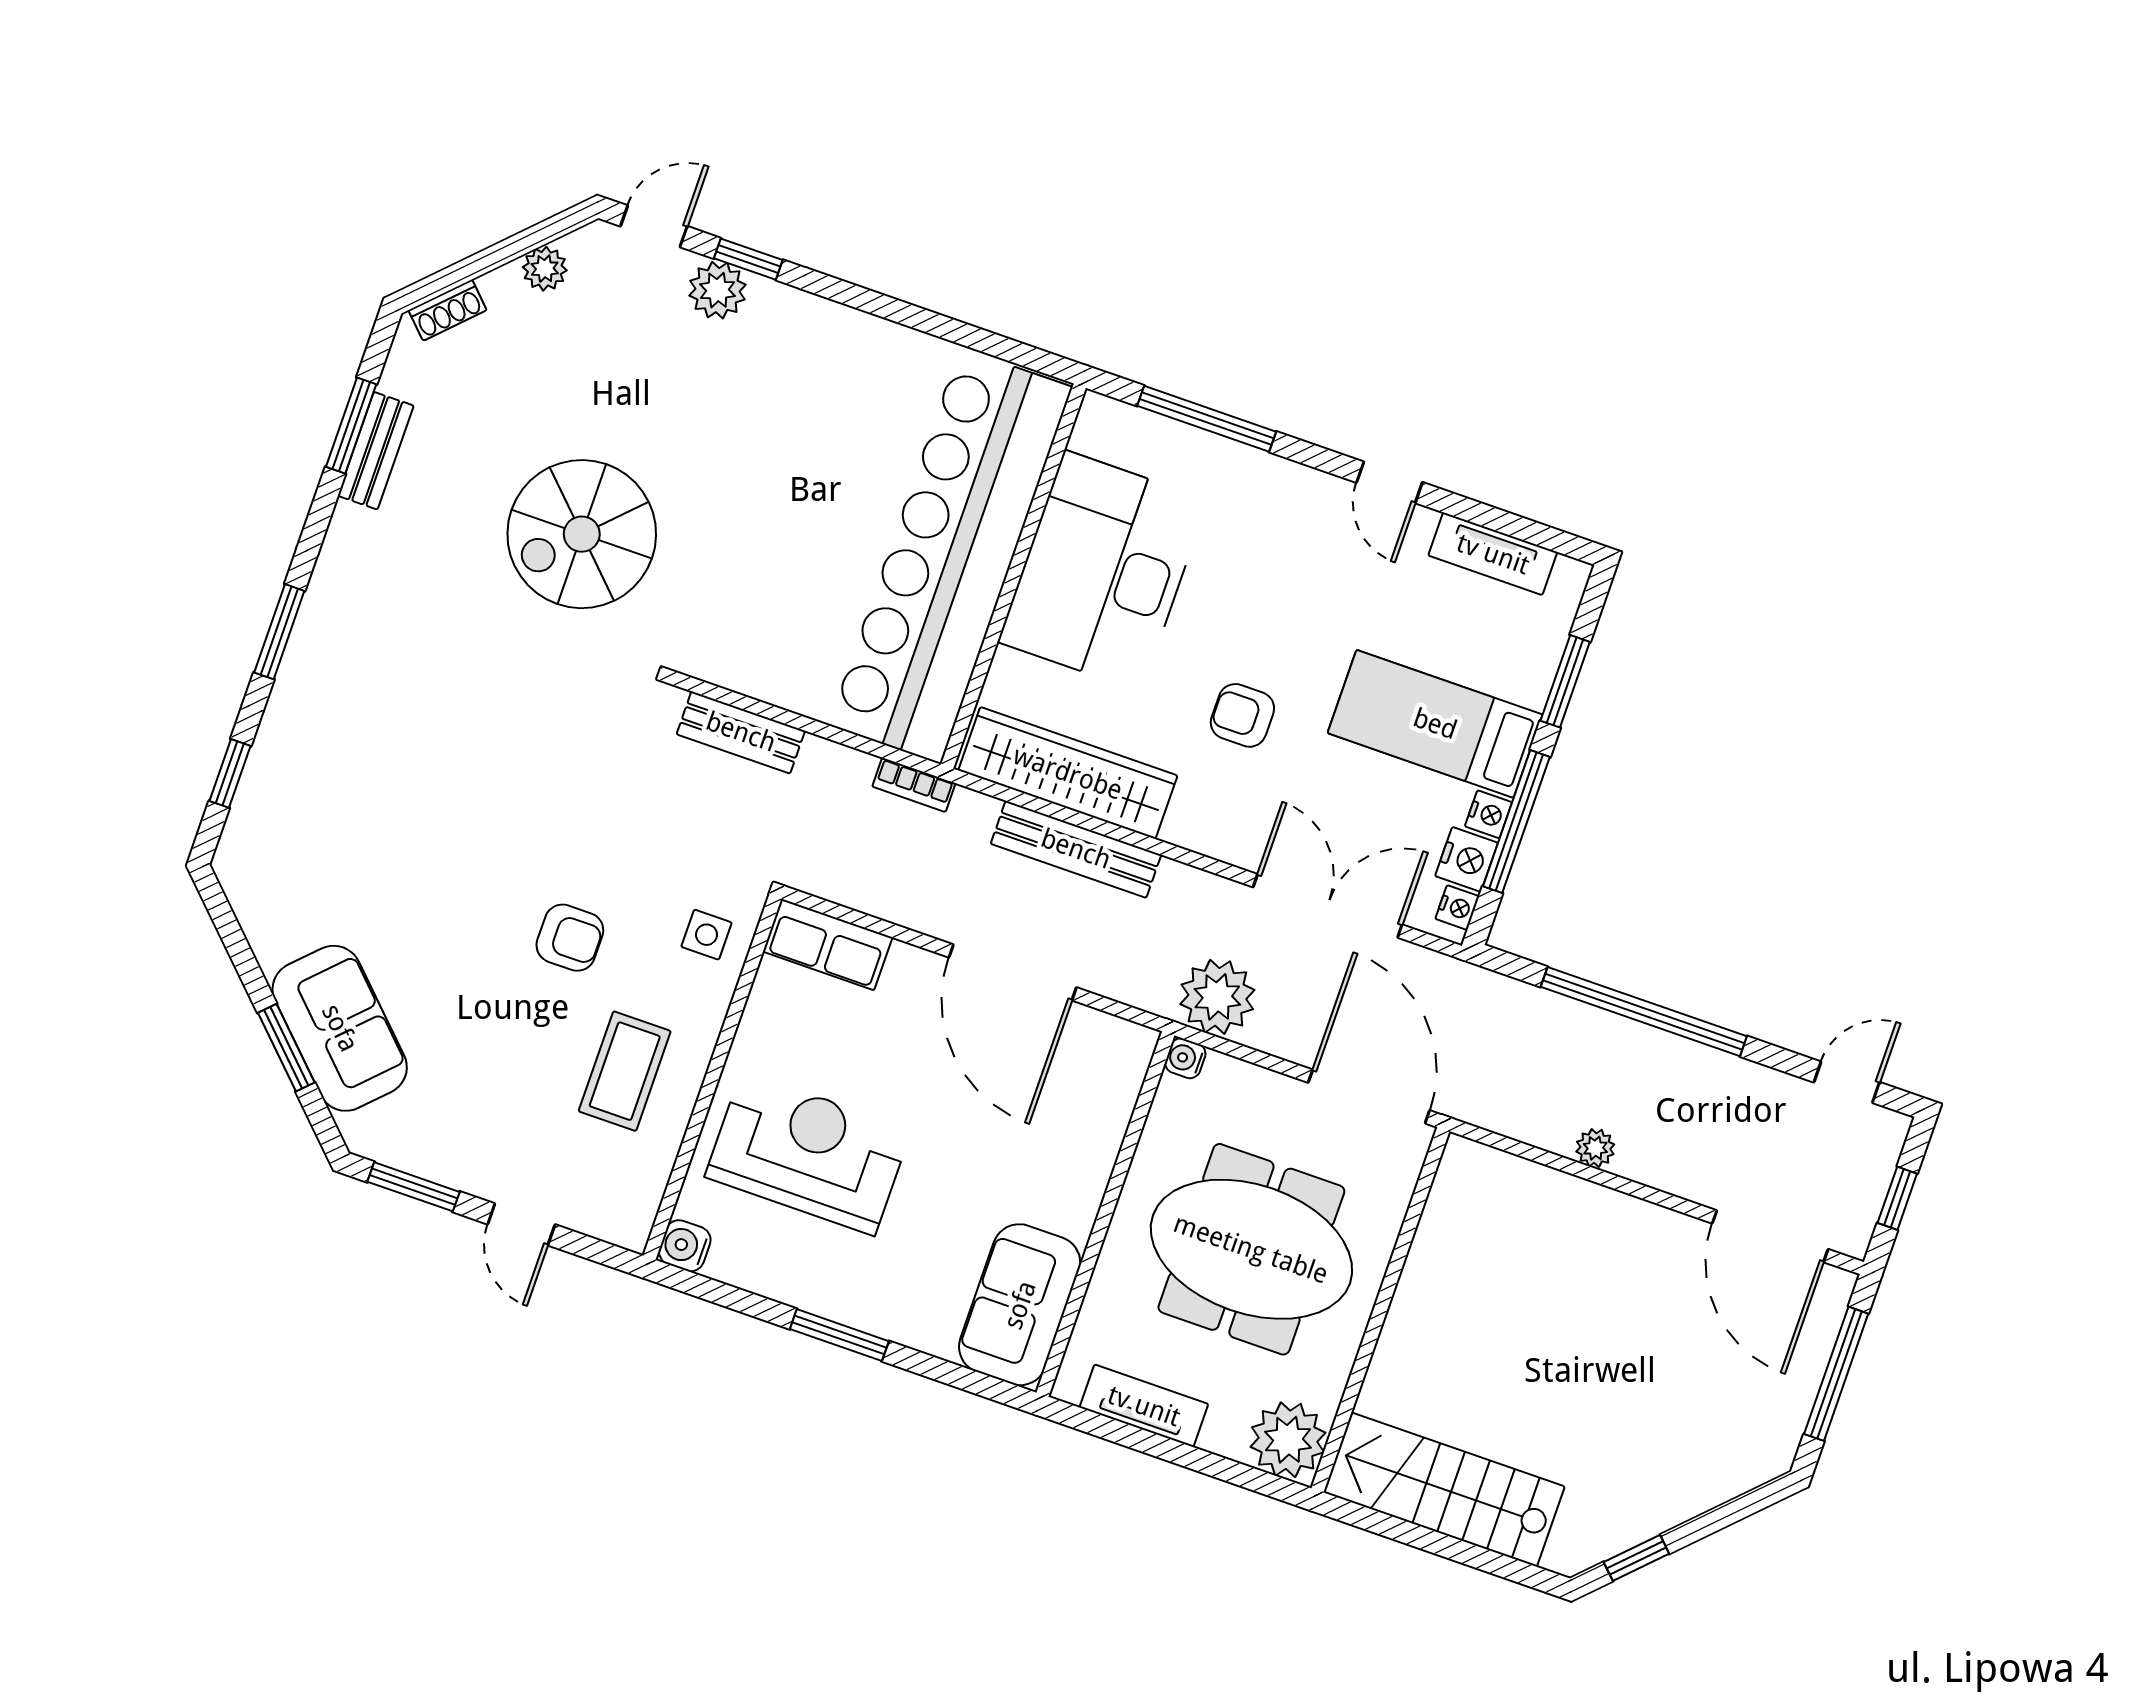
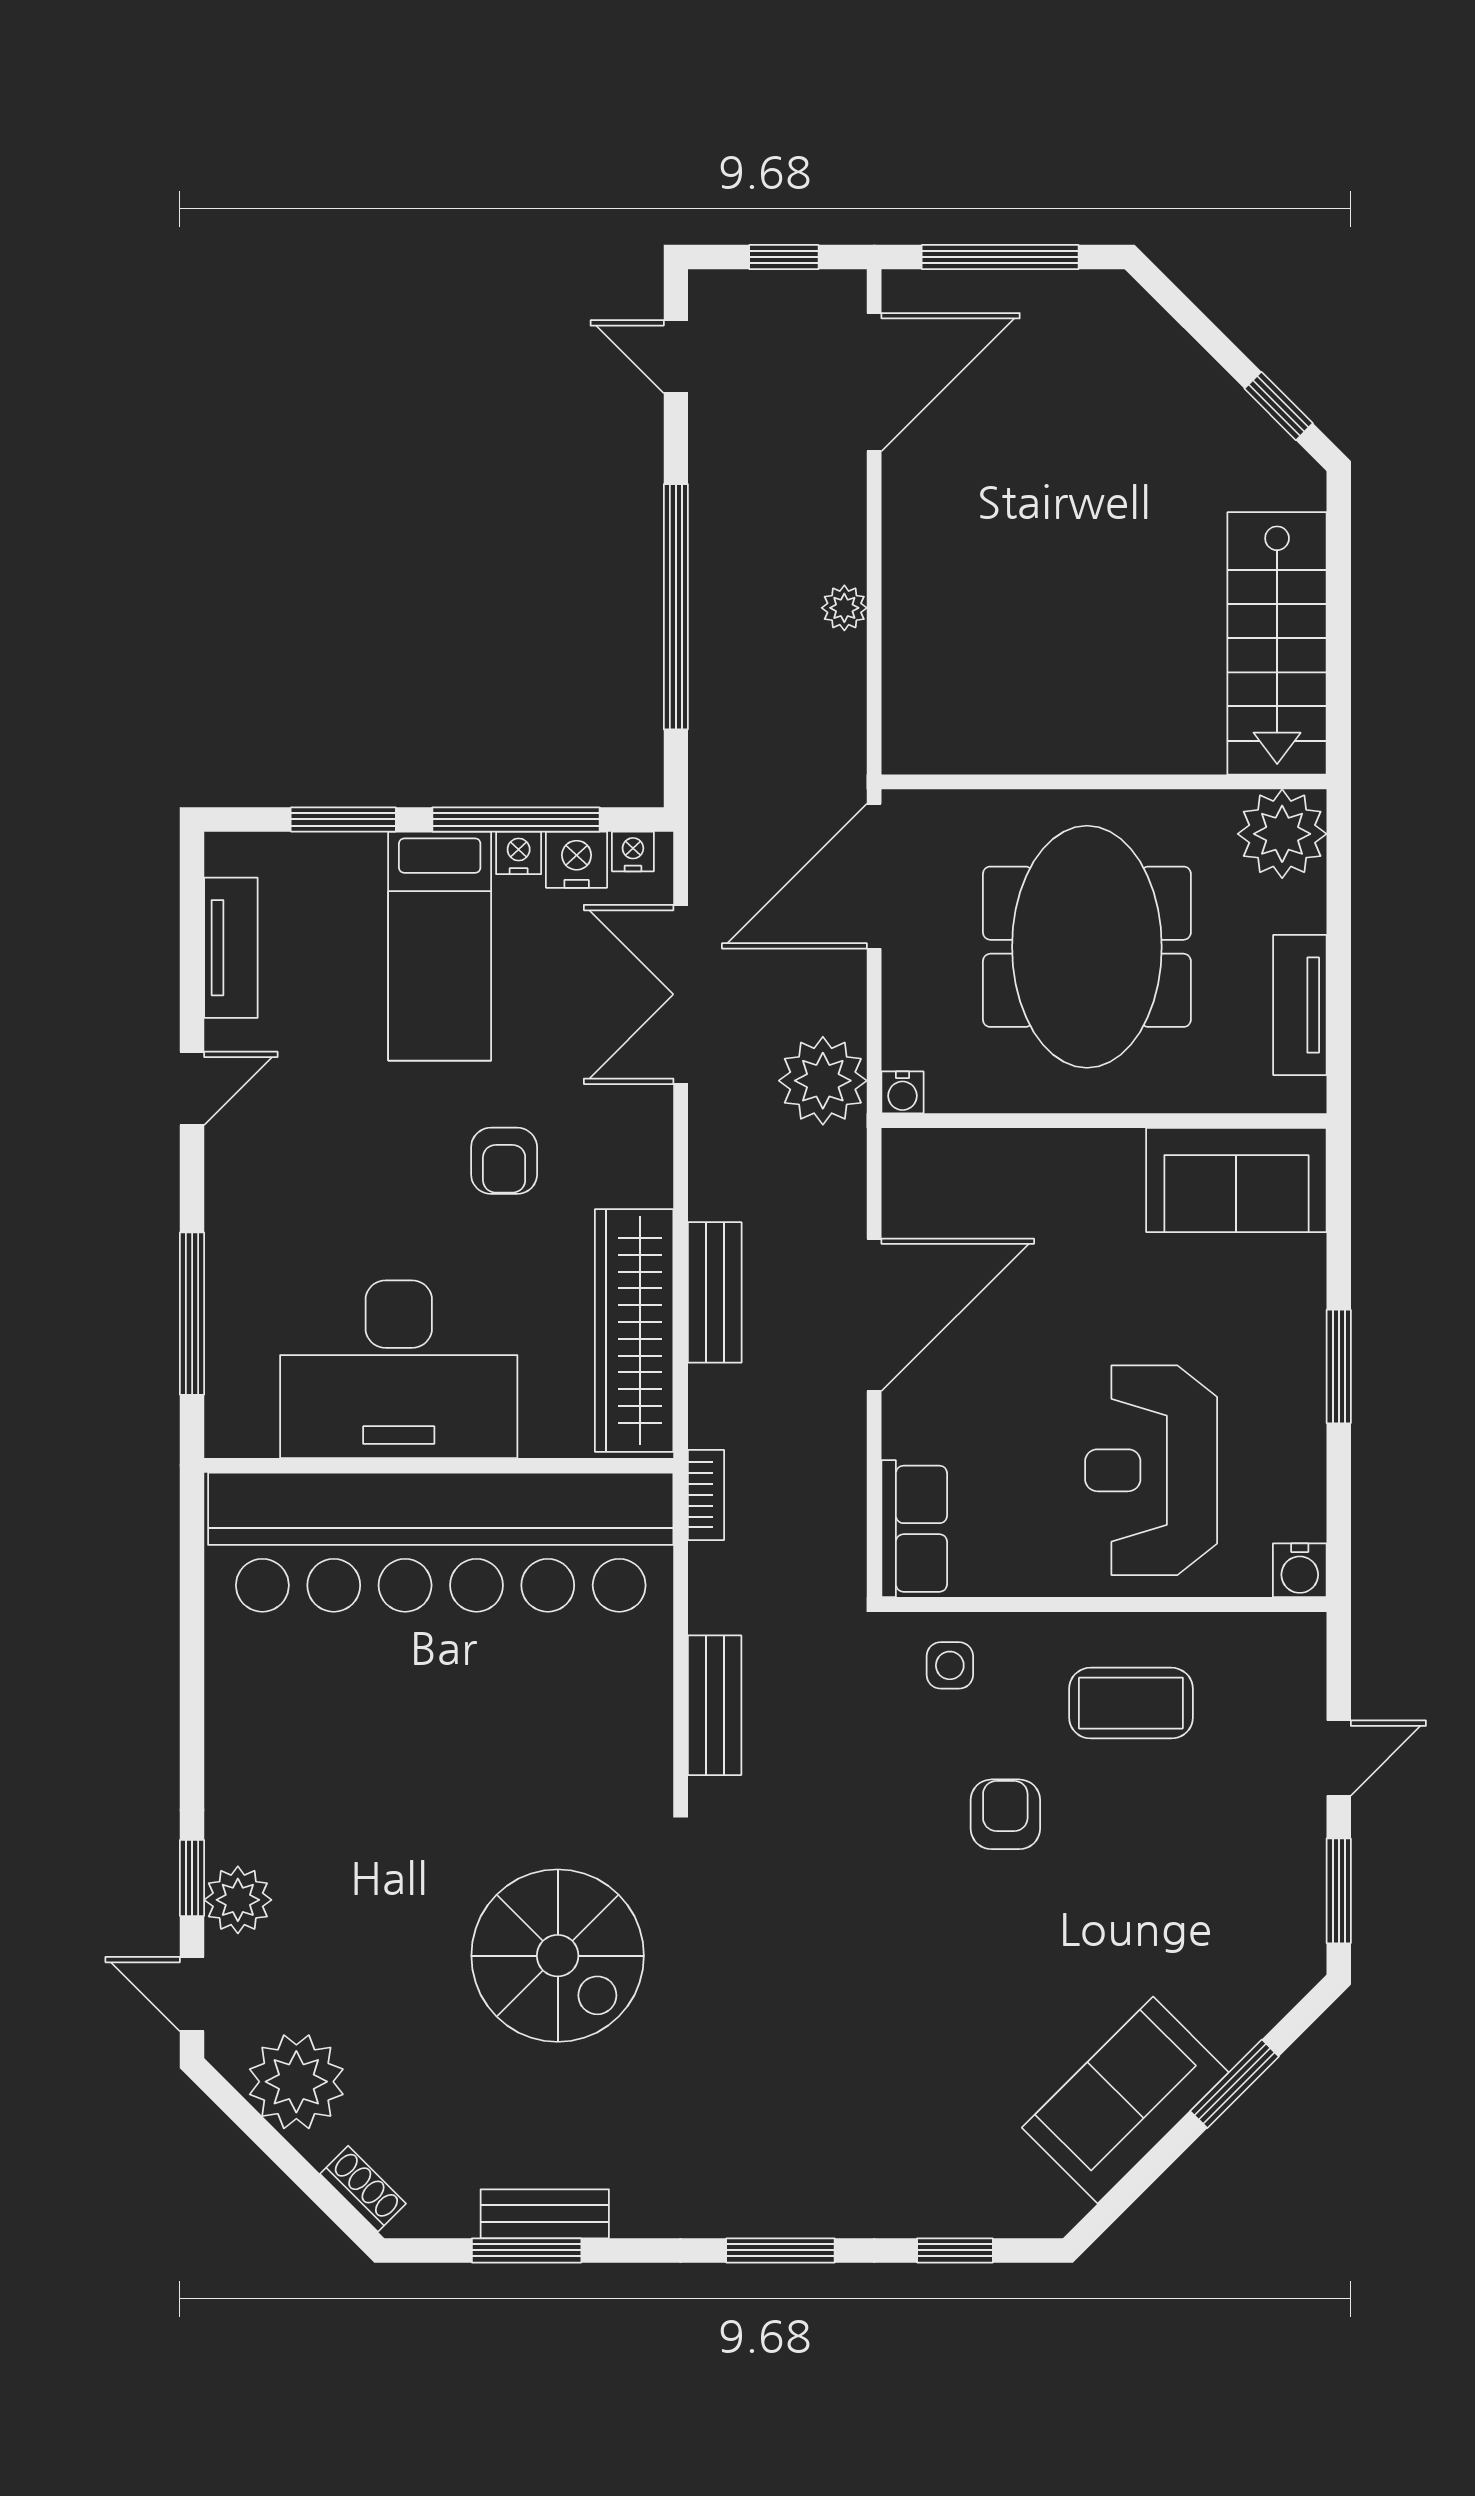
plant: (545, 269) -> (296, 2082), width x1.87, depth x1.87
bench: (1076, 849) -> (715, 1292), width x0.73
sofa: (340, 1028) -> (1125, 2100), moved

